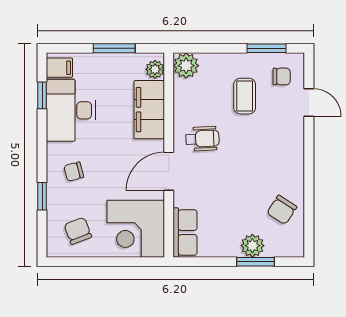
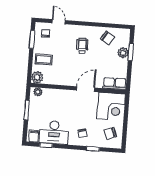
coffee table: (245, 96) -> (44, 59), moved
door: (309, 102) -> (59, 22), hinge flipped
filing cabinet: (149, 110) -> (56, 96), removed
wheelchair: (202, 139) -> (82, 46), moved
door: (169, 171) -> (86, 89), swing flipped

